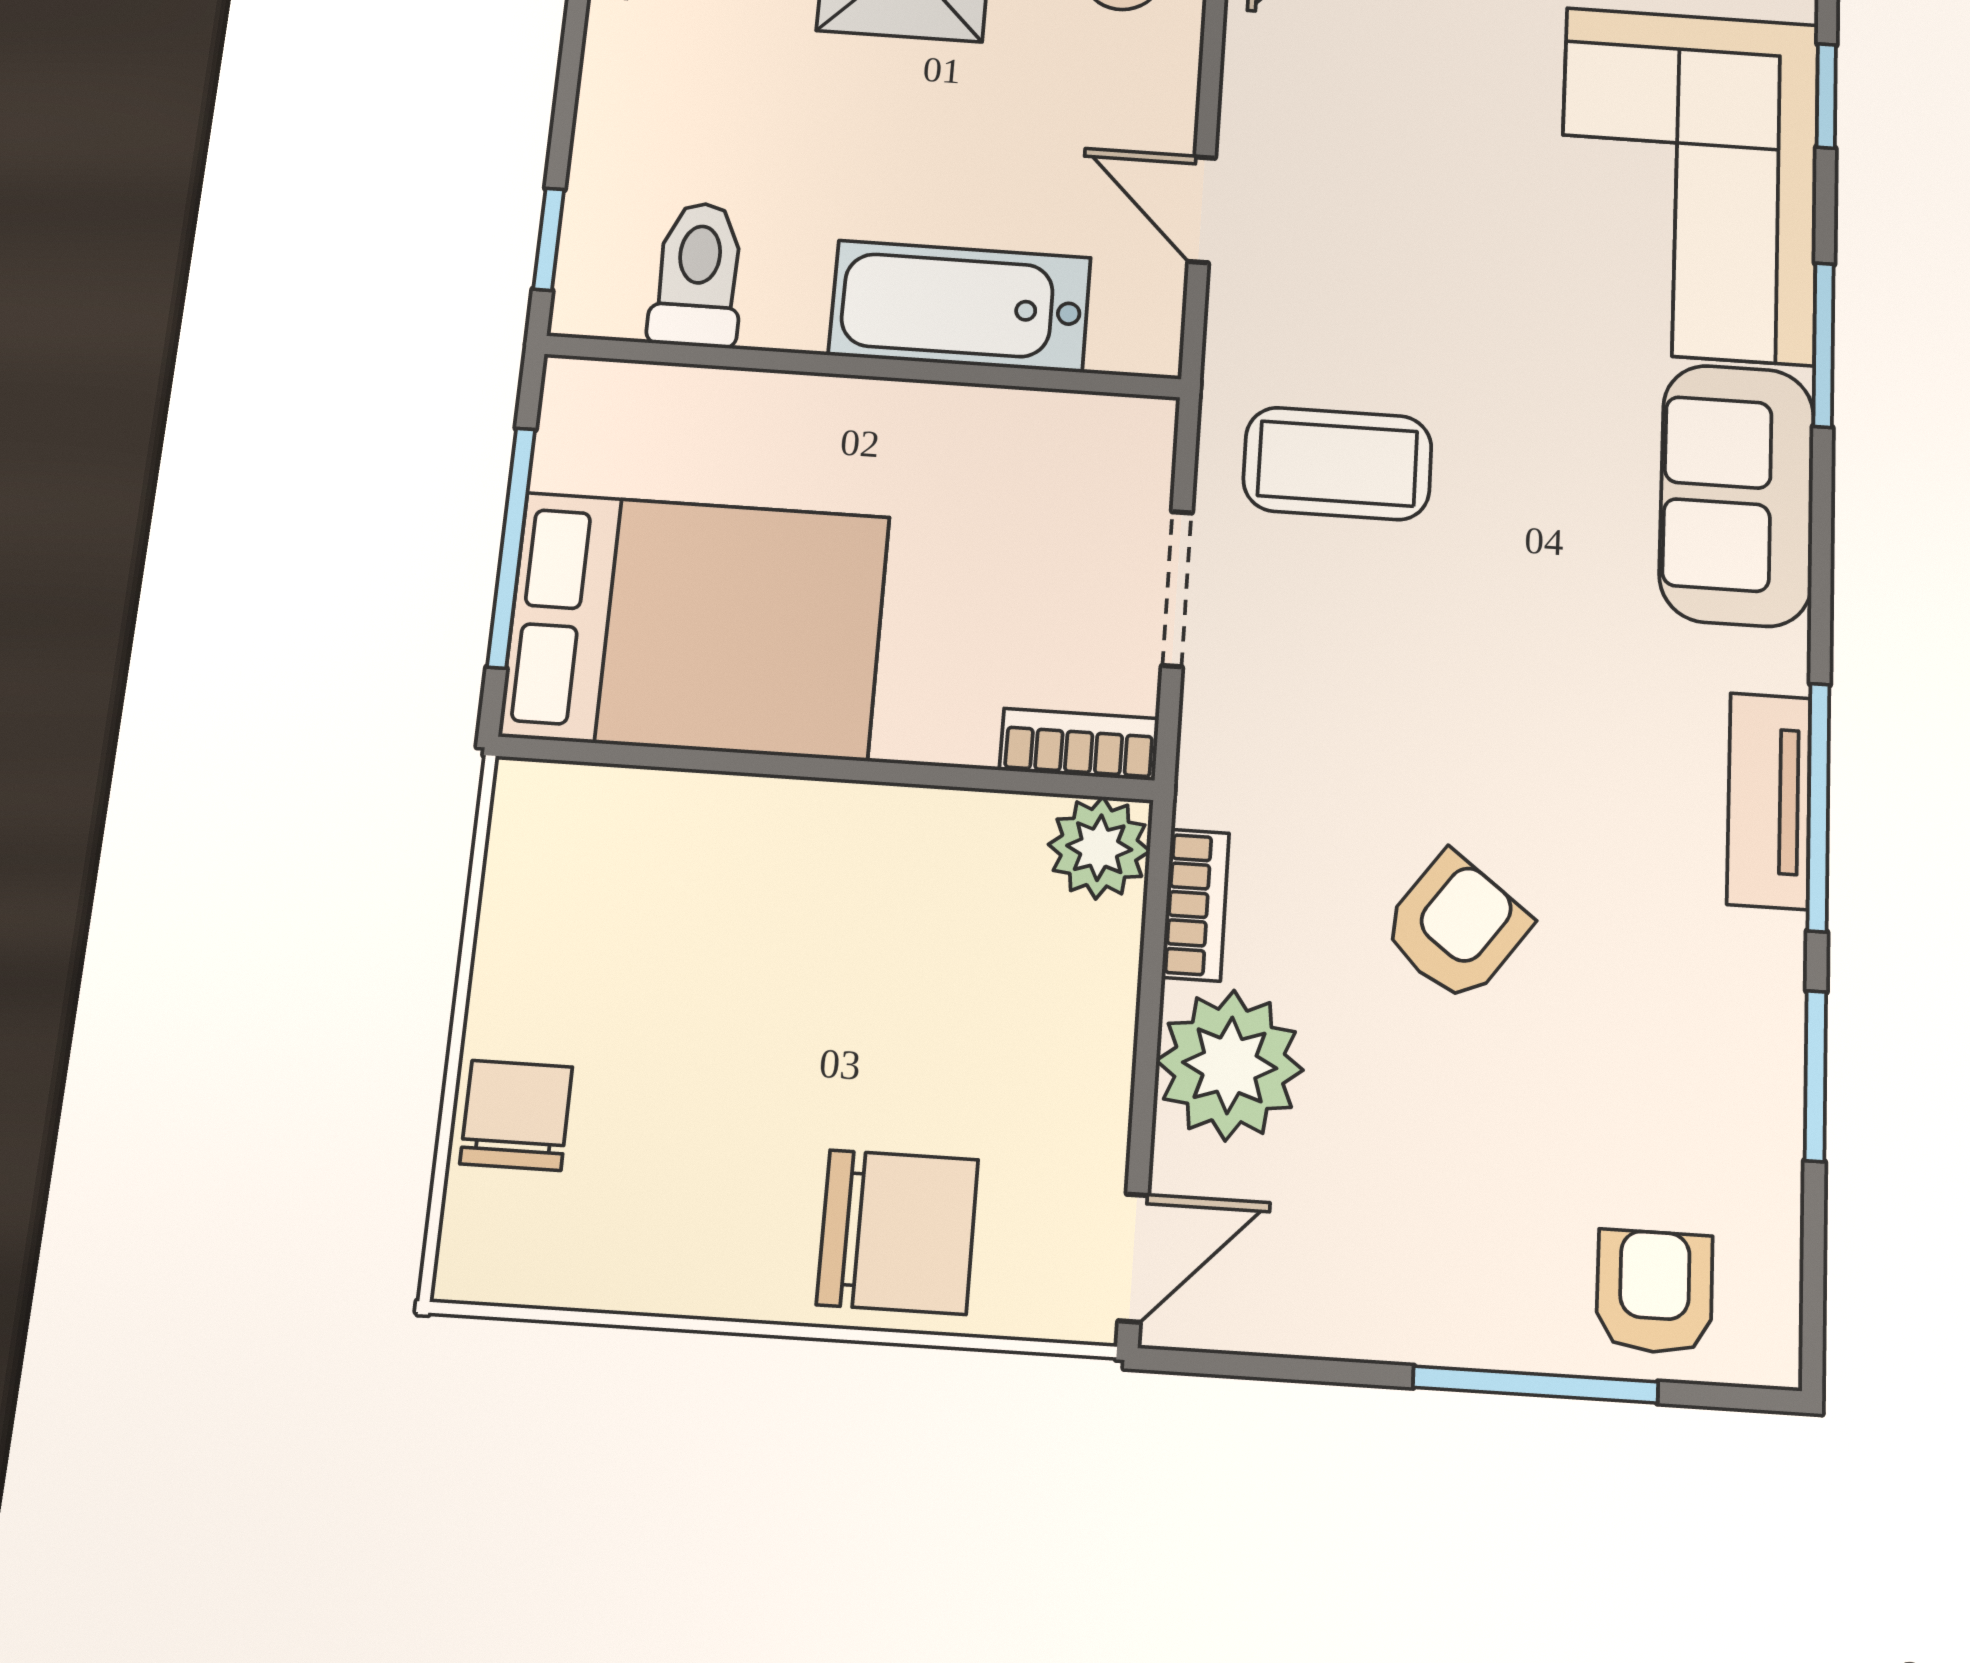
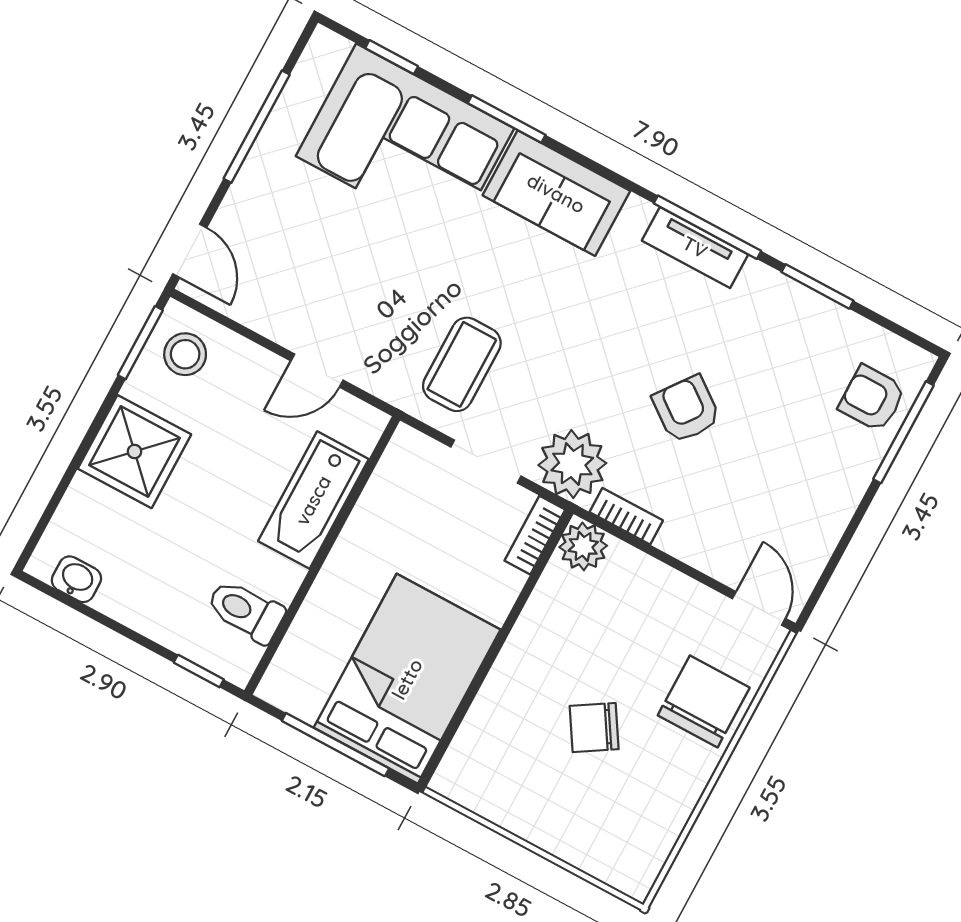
plant: (1230, 1065) -> (572, 464), moved
chair: (516, 1115) -> (594, 727), moved, turned -32
window: (1536, 1385) -> (903, 432), moved

